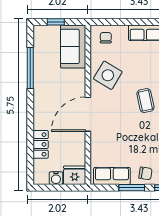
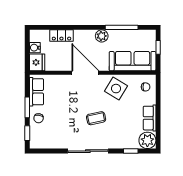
sofa: (73, 46) -> (133, 61), width x1.36
plant: (41, 93) -> (102, 36), added

